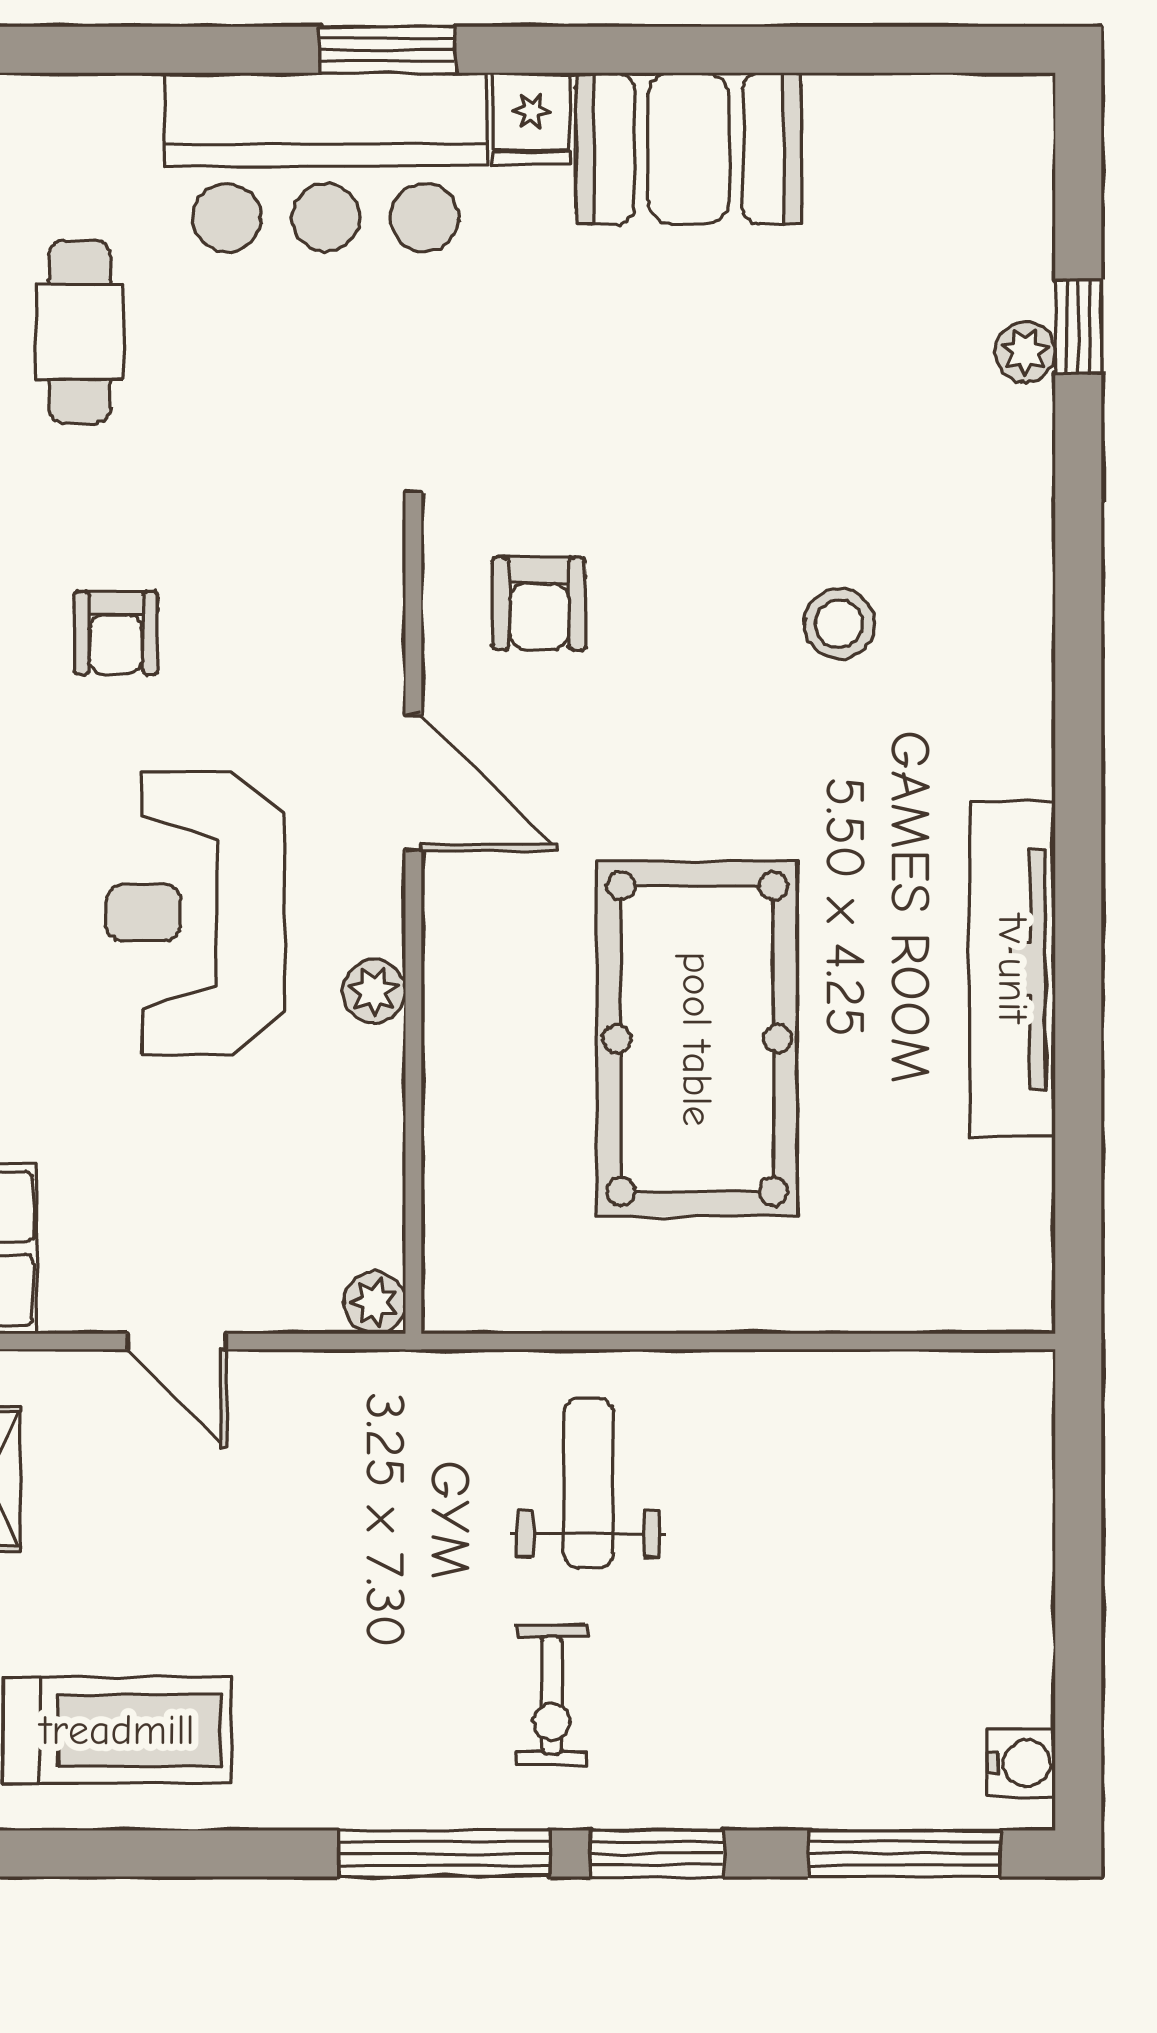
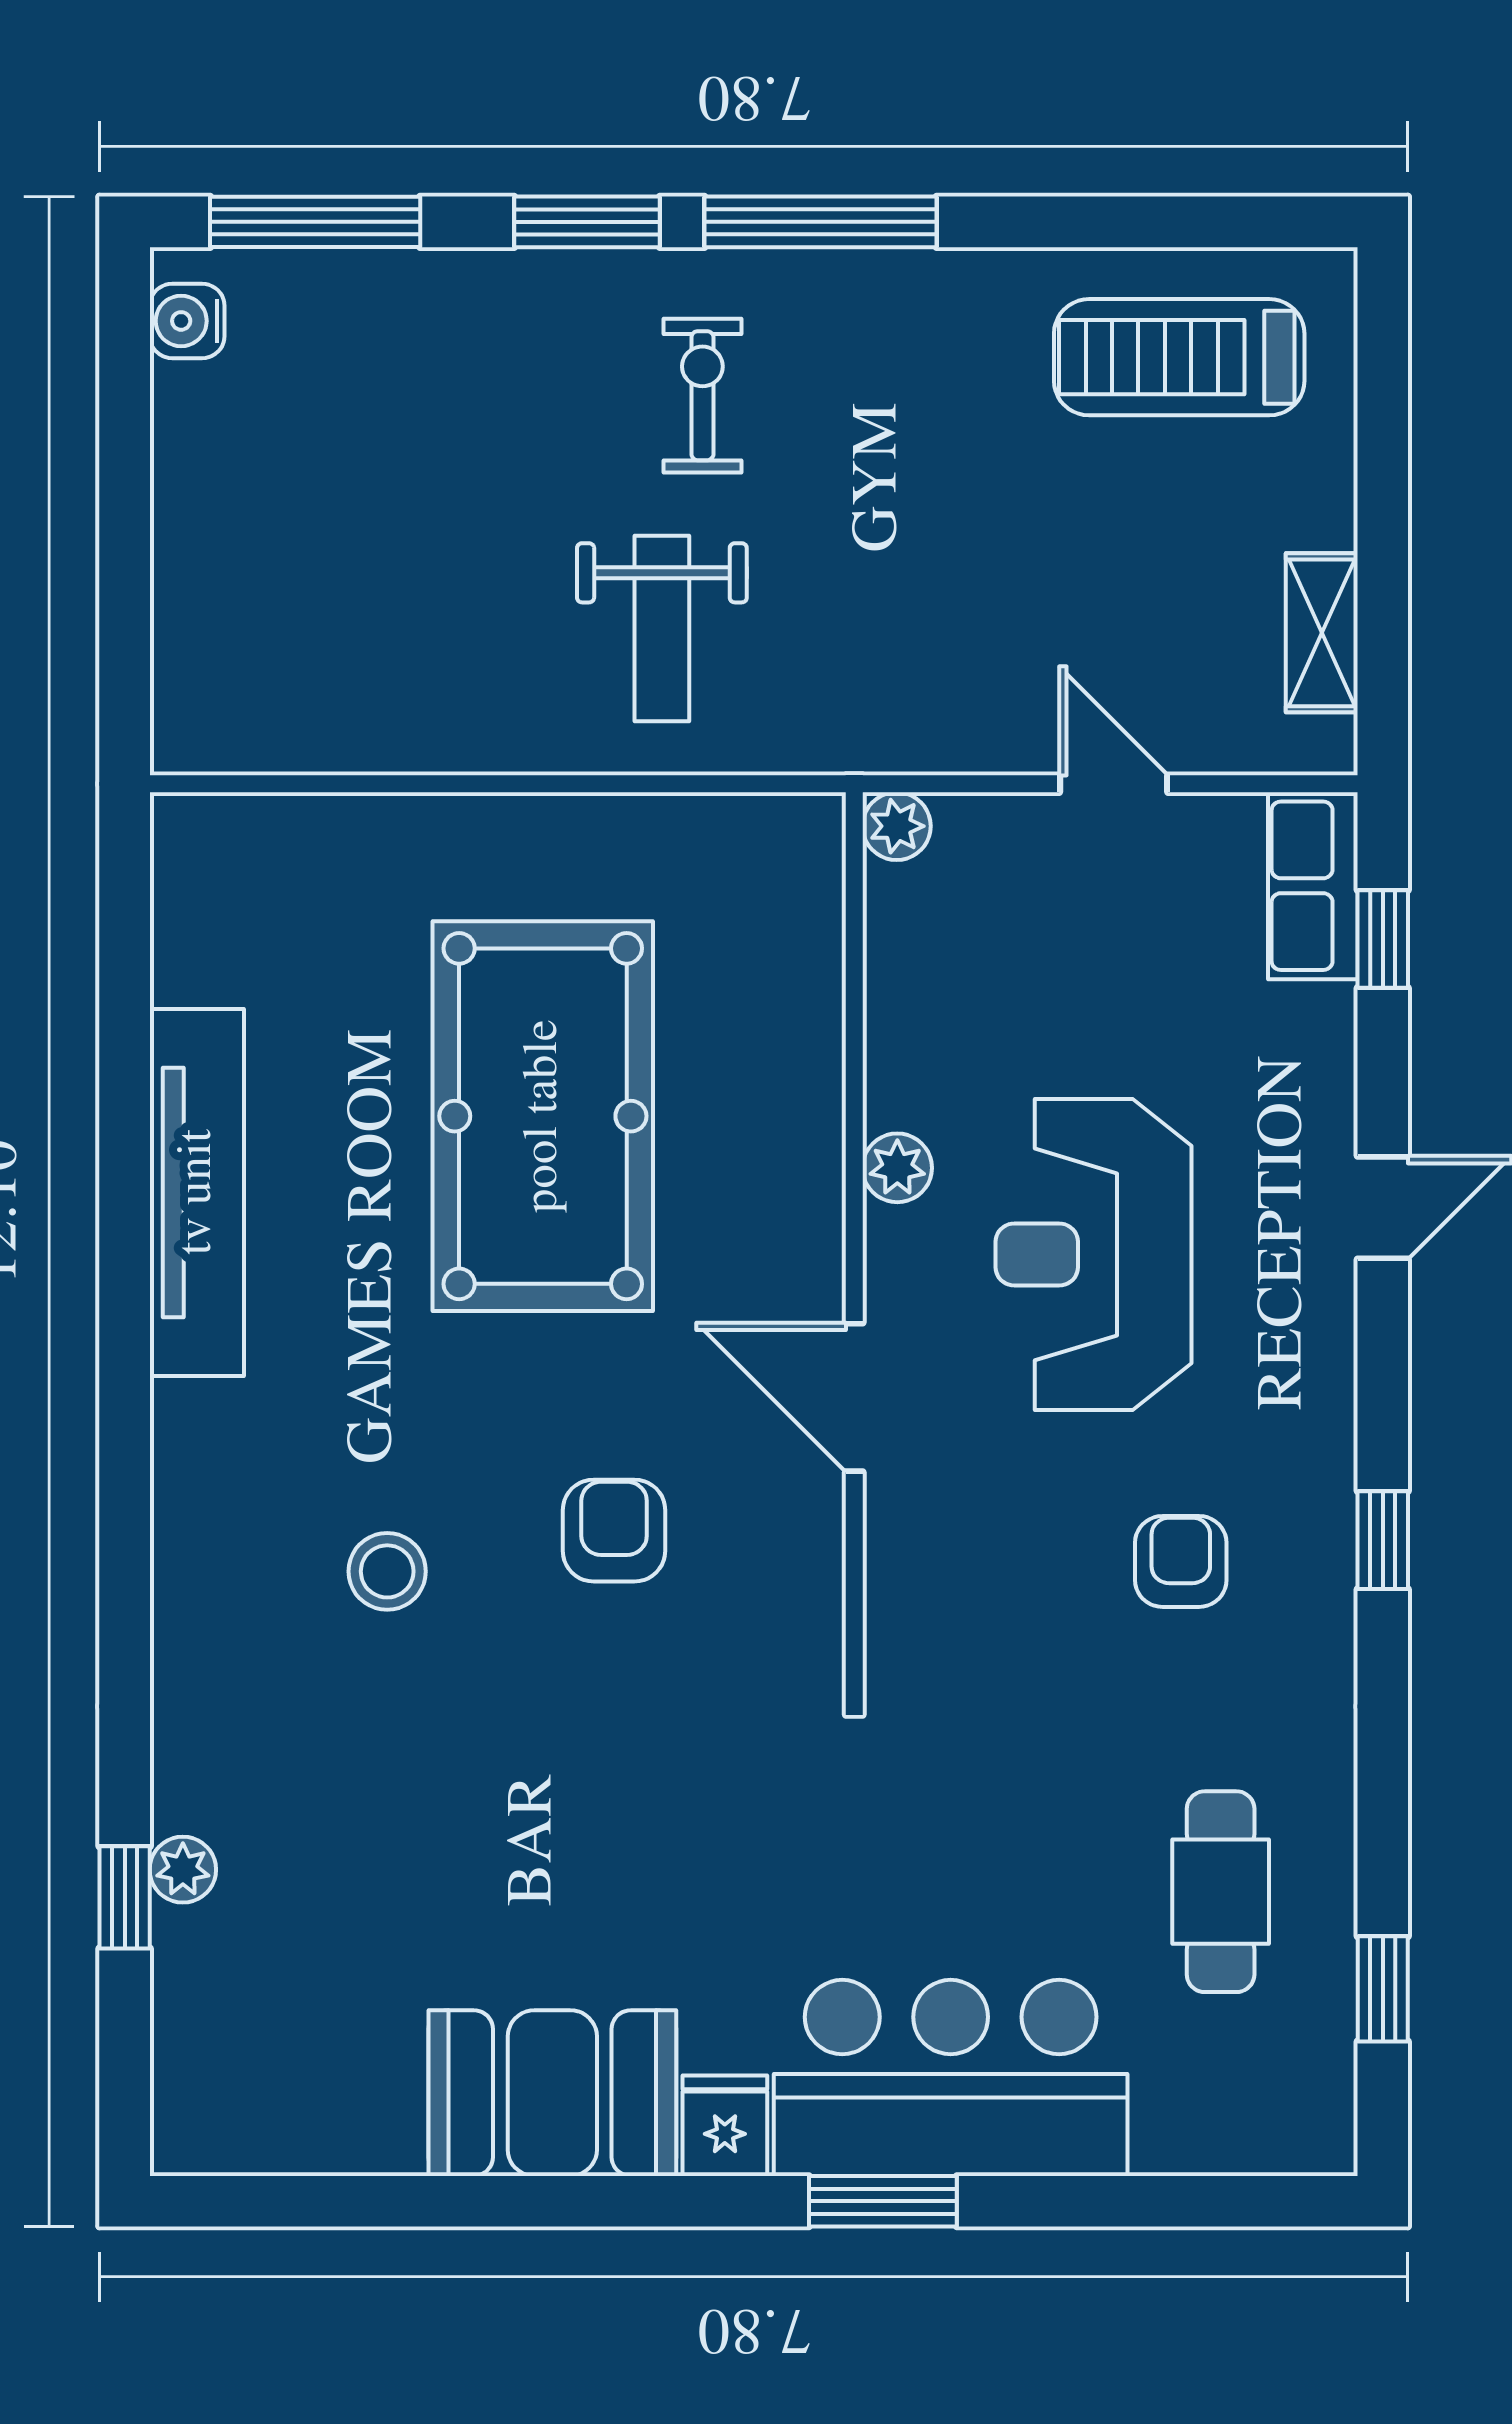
armchair: (539, 603) -> (614, 1531), moved
reception desk: (195, 913) -> (1094, 1254), turned 180

